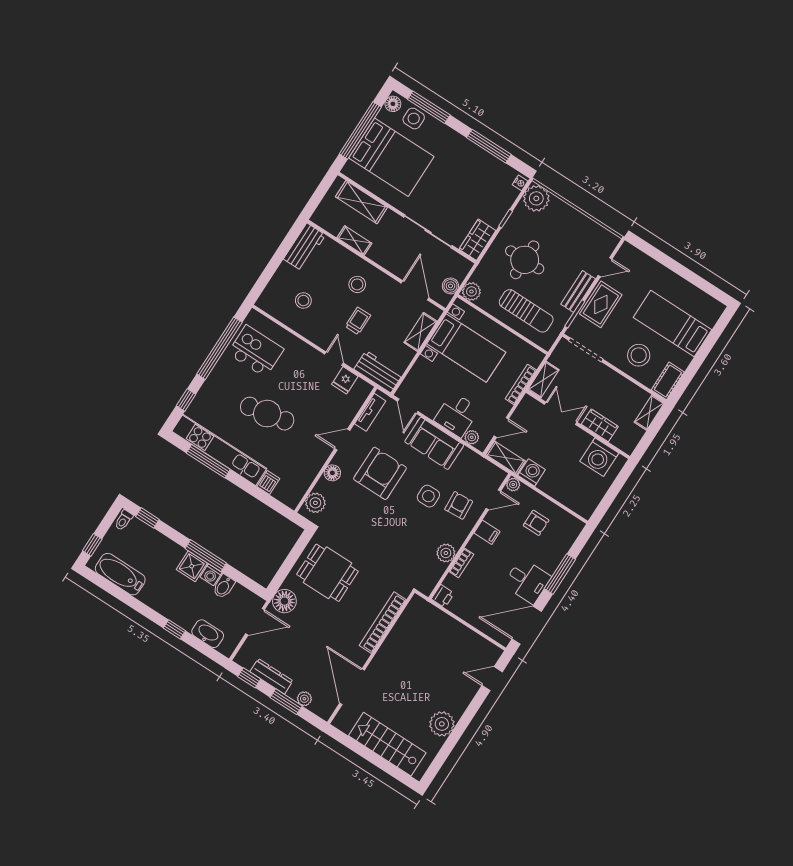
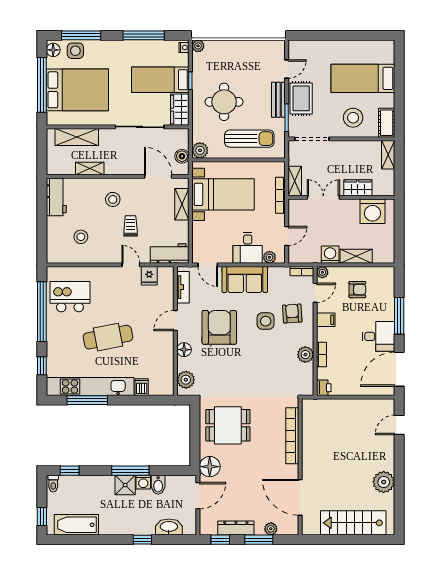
plant: (536, 198) -> (198, 46), width x0.53, depth x0.53
bed: (477, 199) -> (160, 80), added
shelving: (506, 458) -> (356, 256), moved
bookcase: (494, 471) -> (302, 271), added

